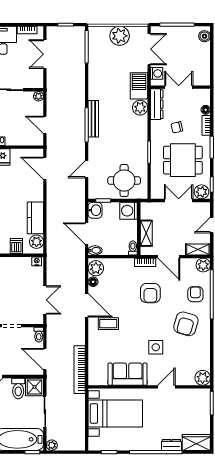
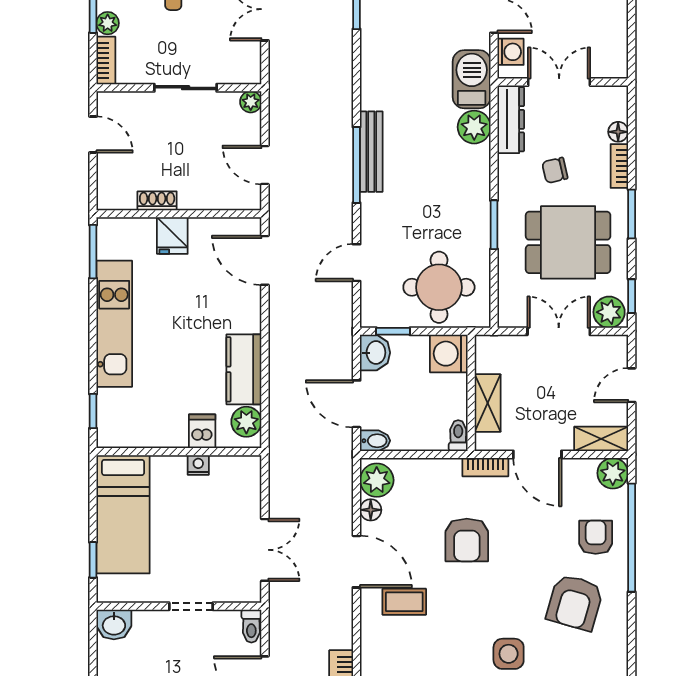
nightstand: (37, 261) -> (198, 465), moved
armchair: (150, 293) -> (467, 540), moved

